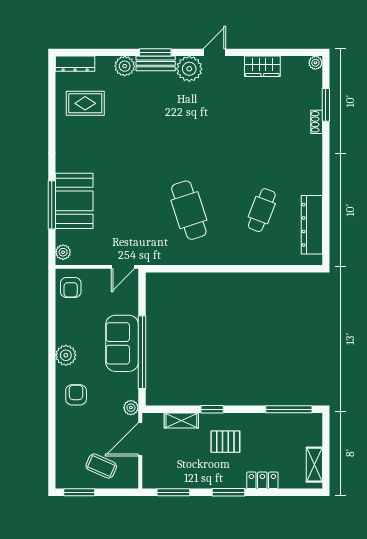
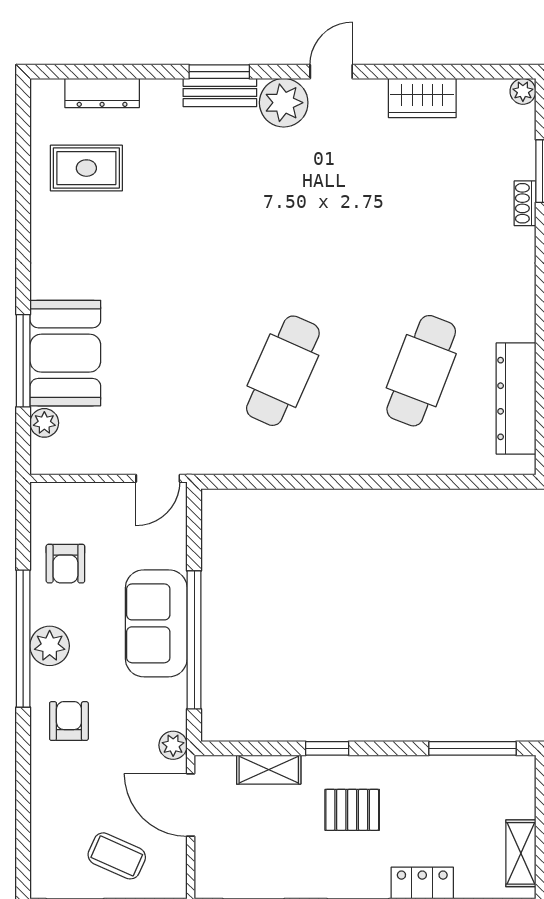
dresser: (75, 64) -> (102, 93), moved
plant: (125, 66) -> (161, 98), removed
cafe table: (189, 210) -> (283, 371), turned 42
cafe table: (262, 210) -> (421, 371), width x1.37, depth x1.35
plant: (63, 252) -> (44, 423), moved
armchair: (71, 287) -> (65, 564), moved
window: (52, 351) -> (23, 639), added
door: (140, 439) -> (191, 805), hinge flipped

